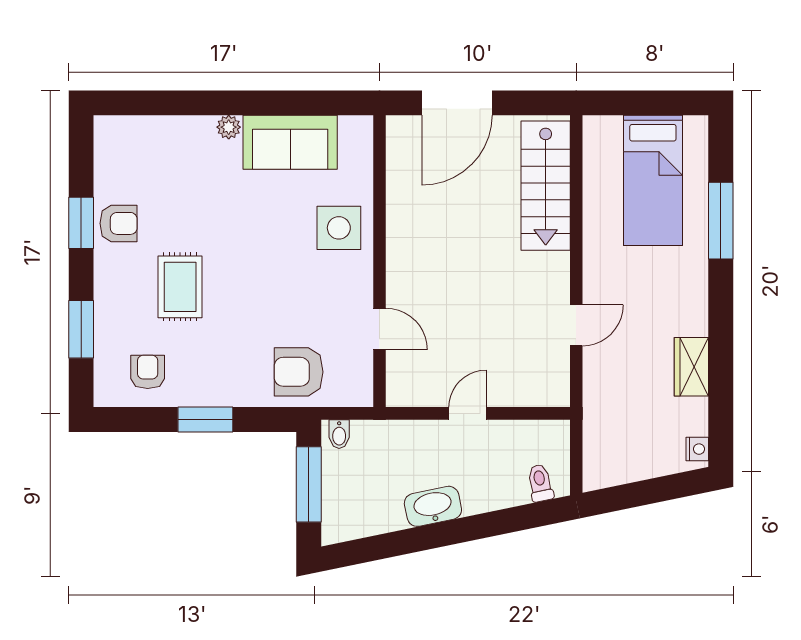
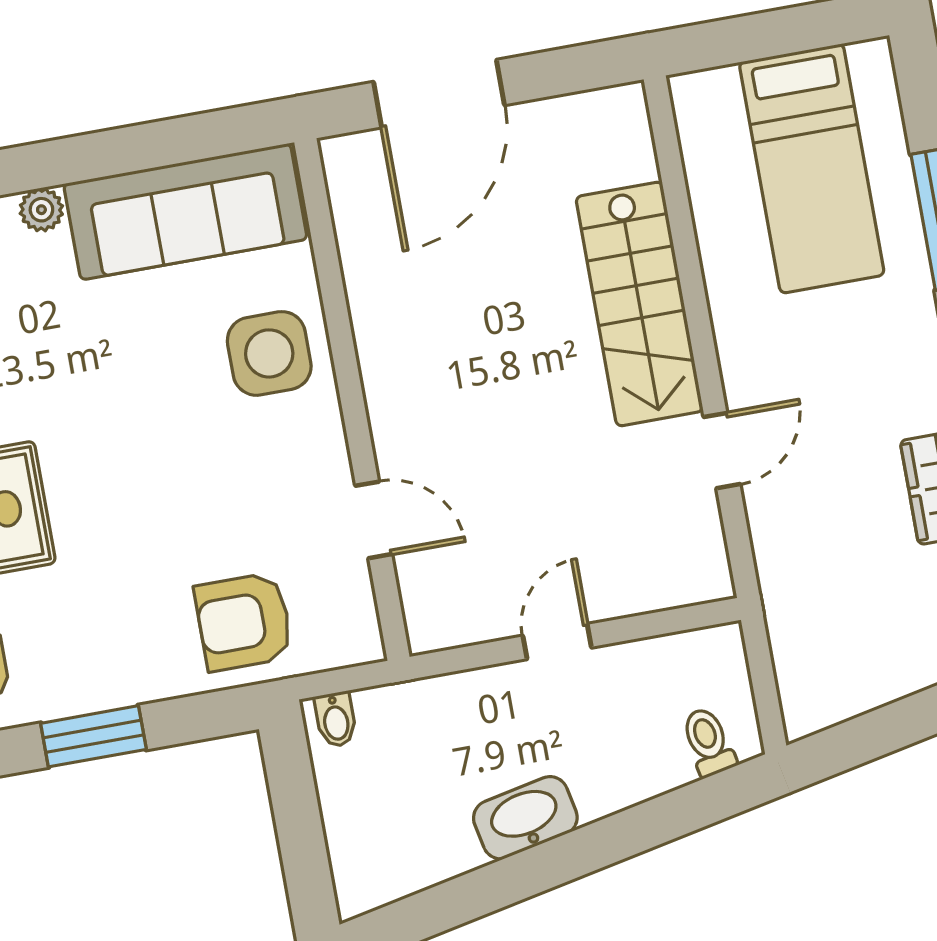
sofa: (290, 142) -> (185, 212), width x1.36
stairs: (546, 186) -> (639, 304), moved
window: (309, 484) -> (298, 818), removed

